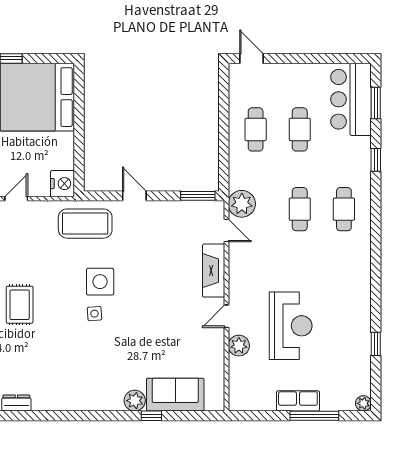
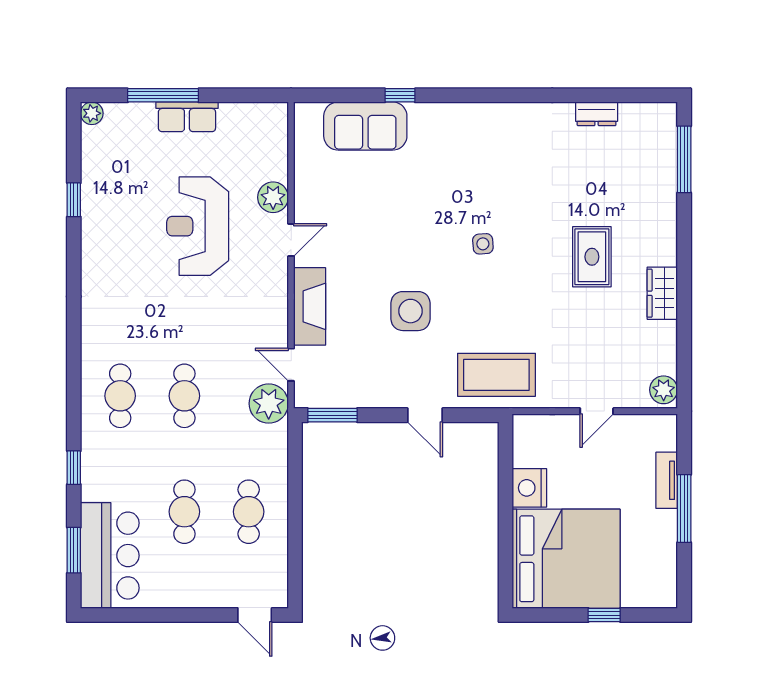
nightstand: (63, 184) -> (529, 488), moved
side table: (100, 282) -> (410, 311), moved
plant: (135, 401) -> (424, 117), removed

